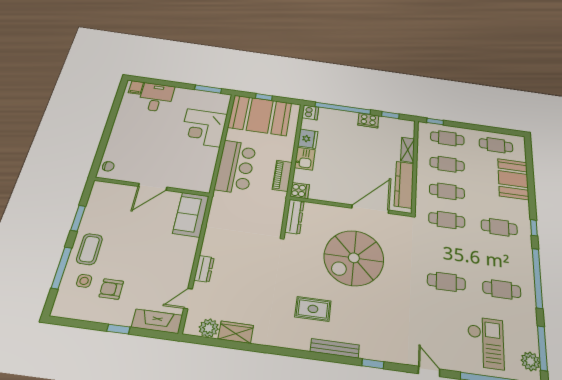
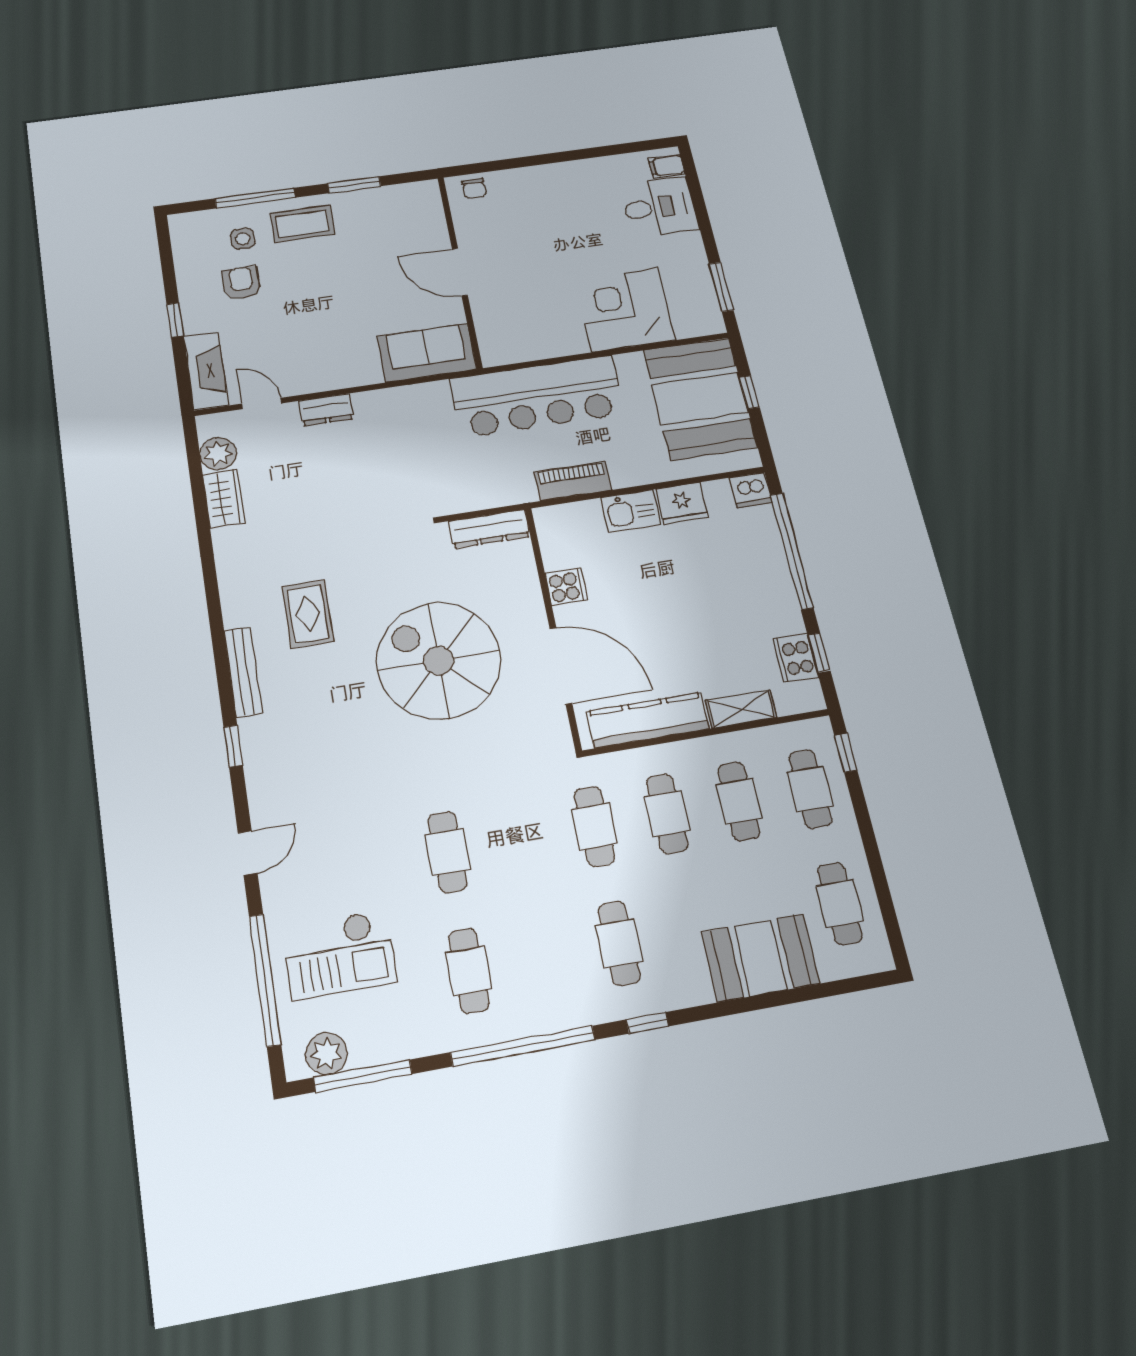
cooker: (368, 120) -> (796, 658), moved
bar counter: (236, 167) -> (537, 396), width x1.36
cooker: (300, 191) -> (567, 587), moved, turned -90

